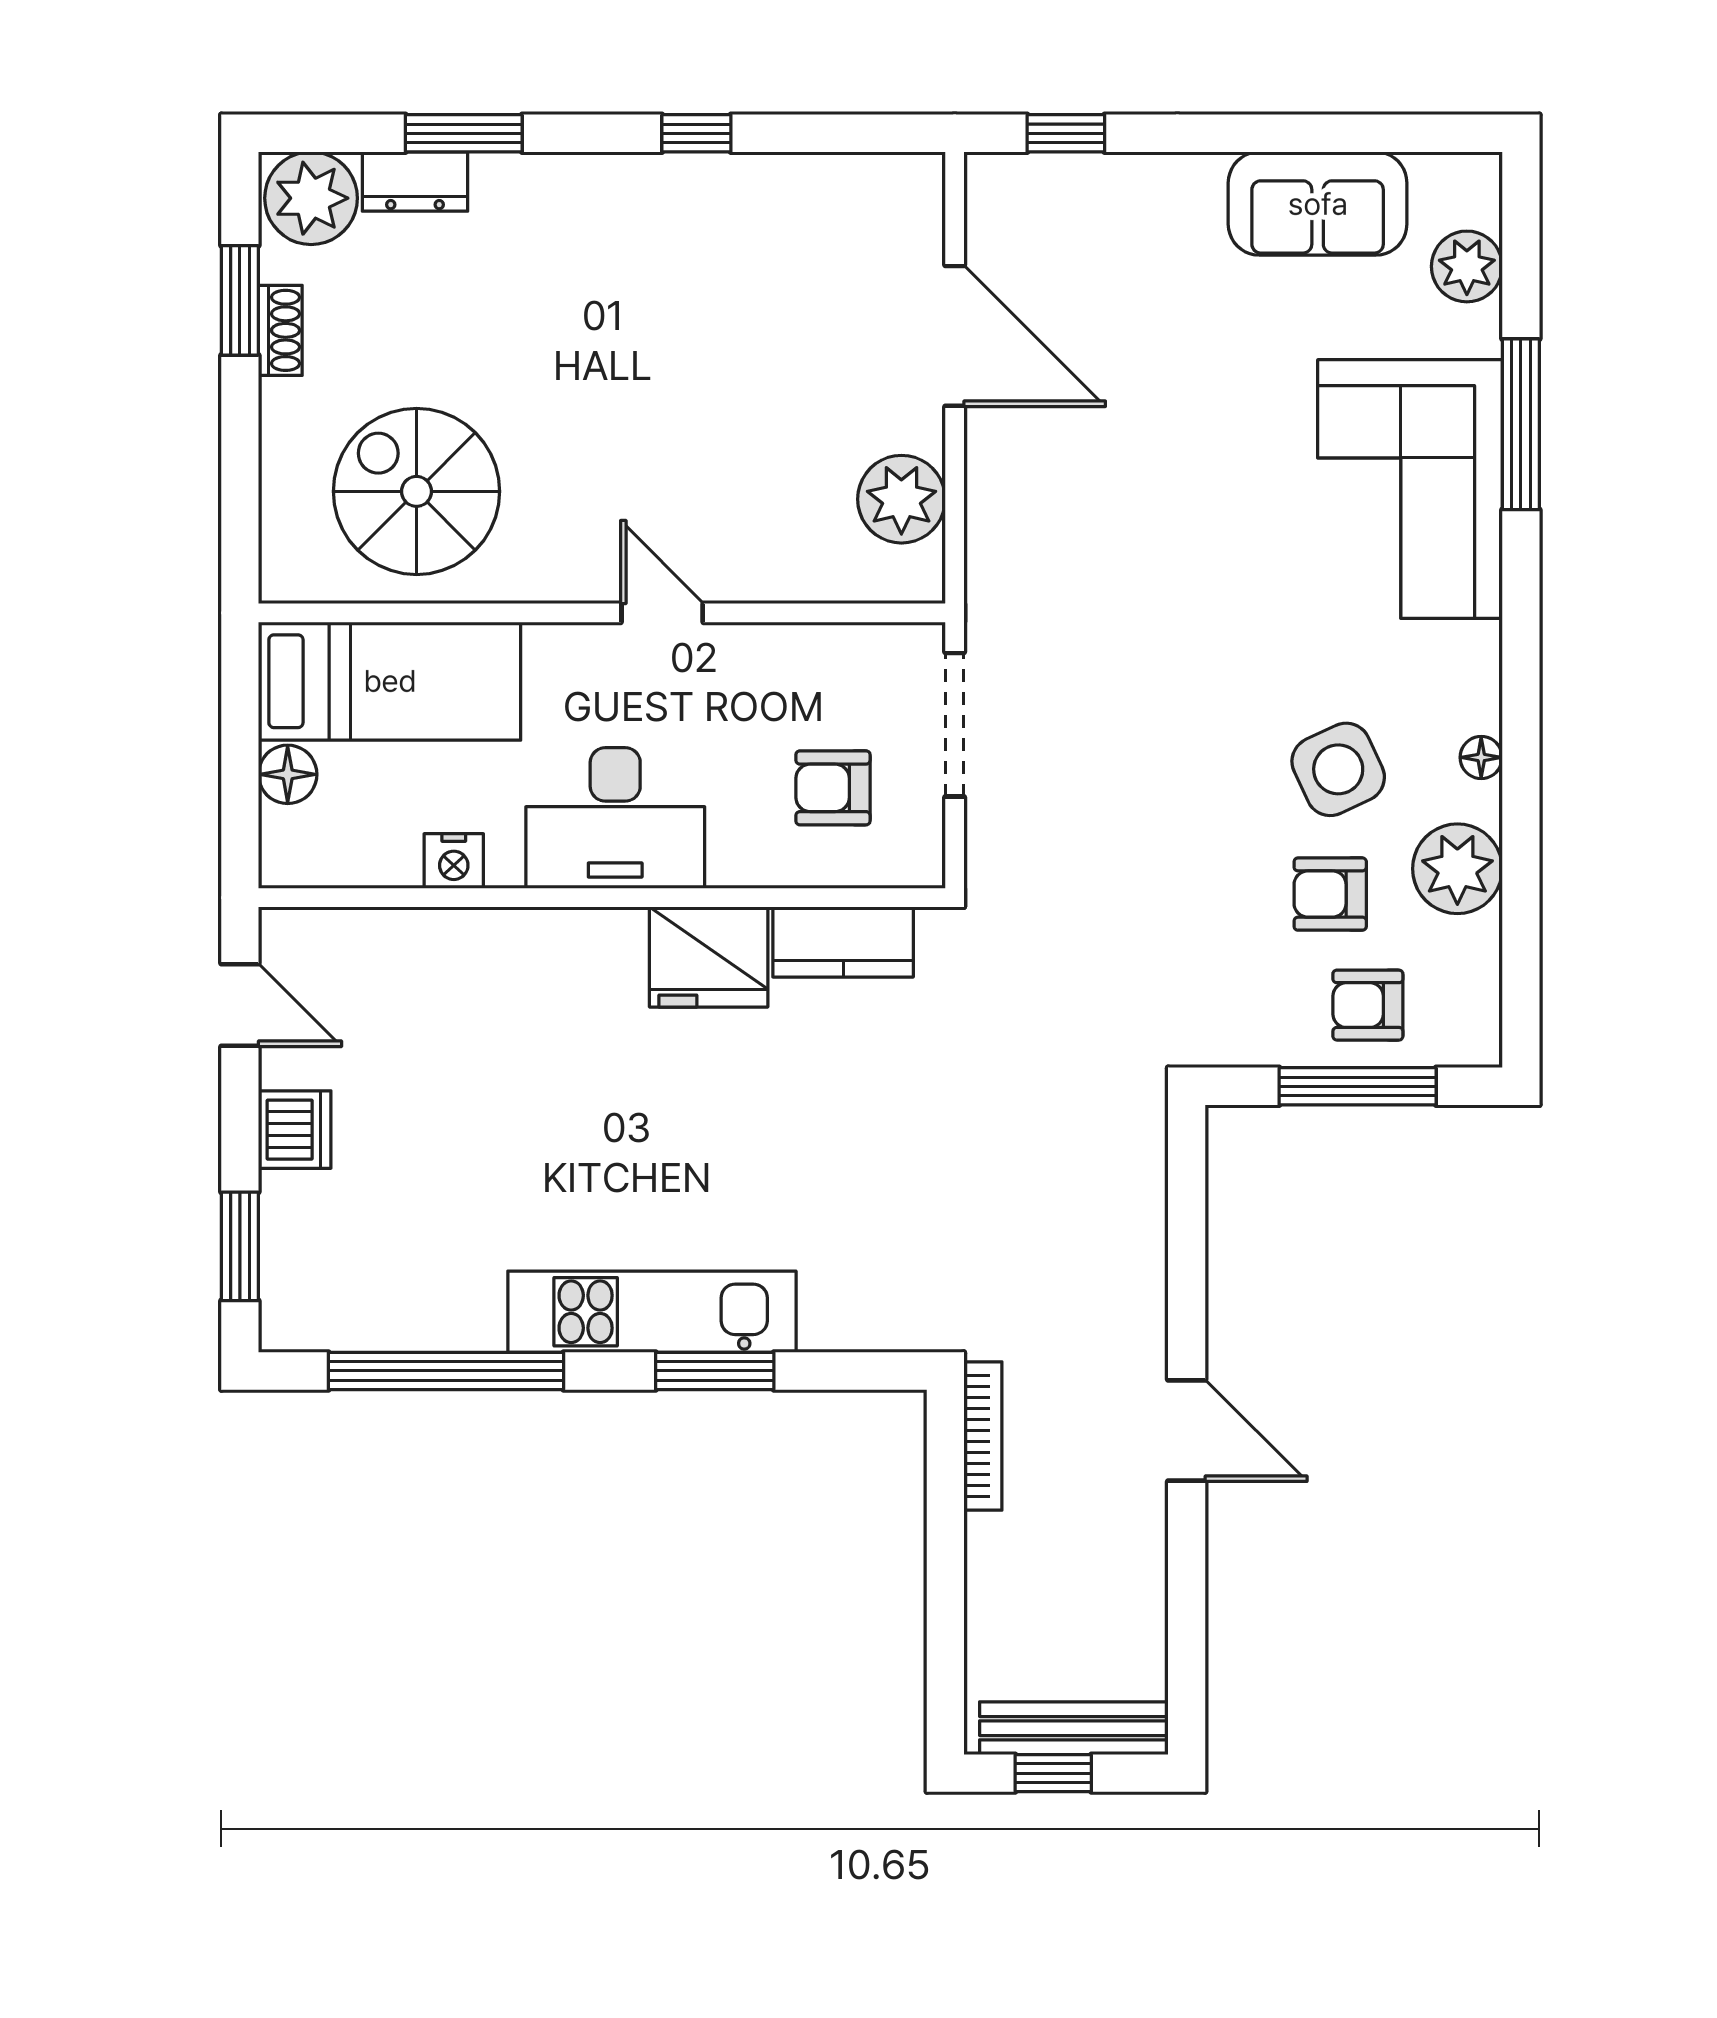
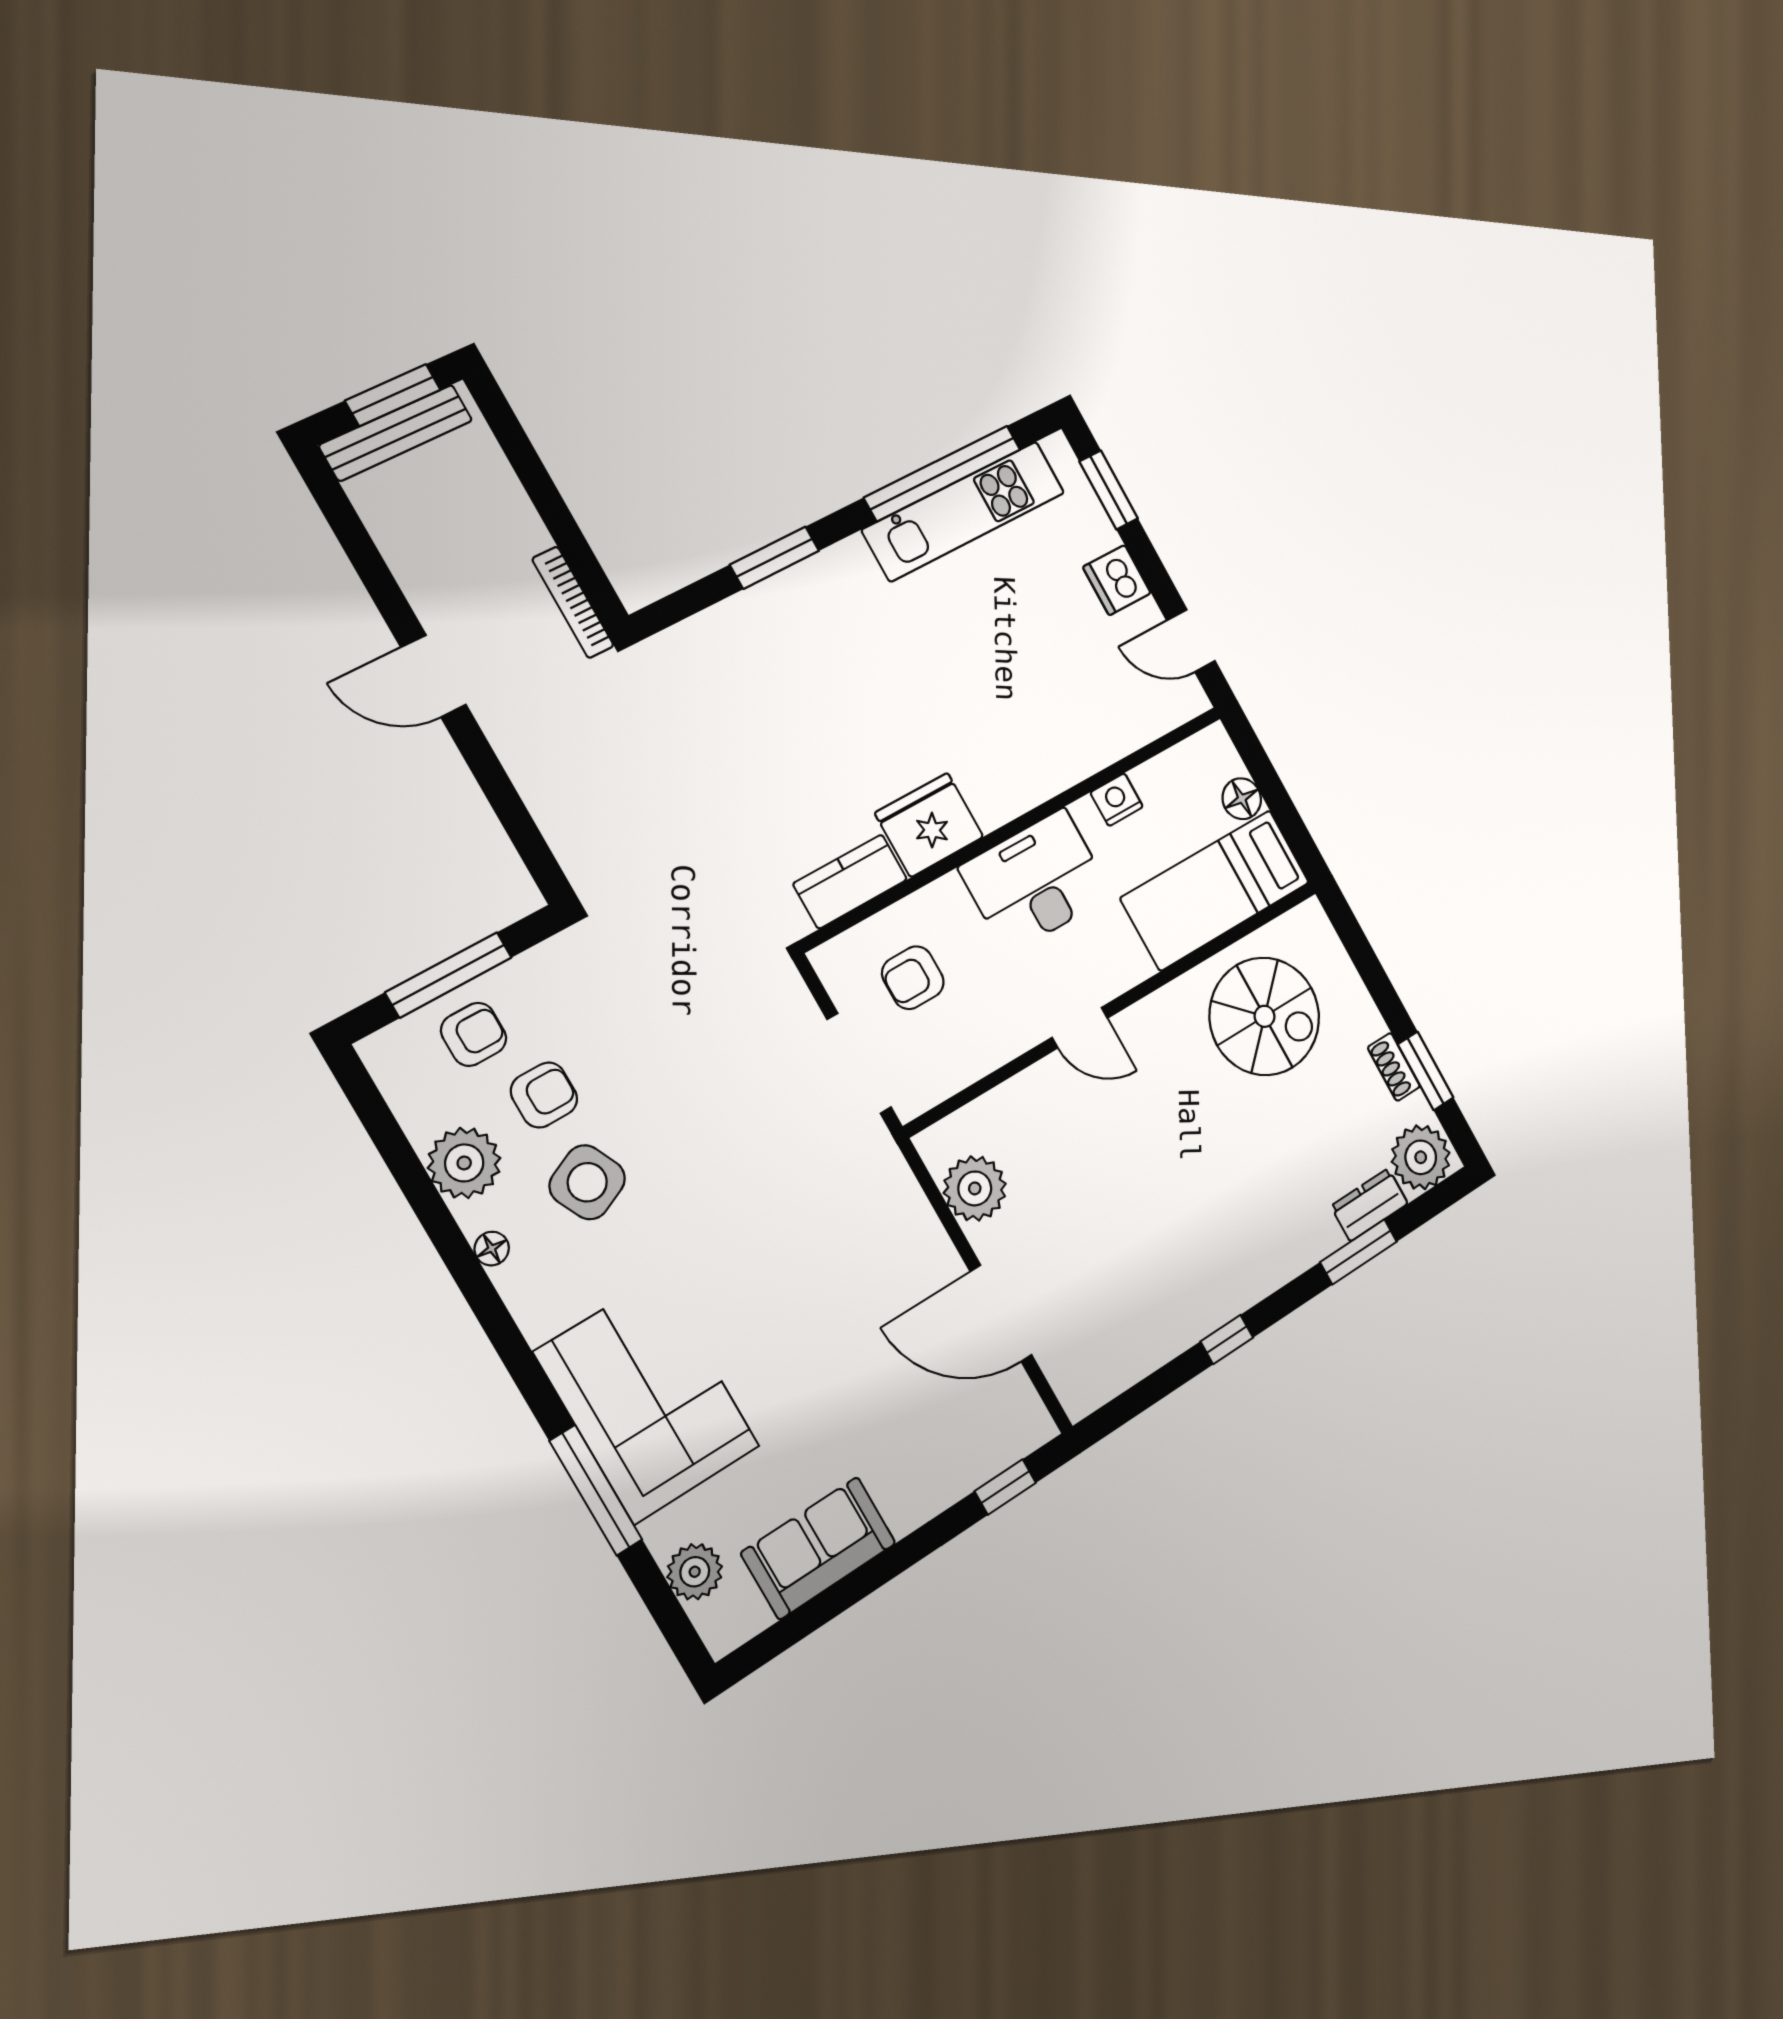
armchair: (833, 788) -> (913, 978), turned 180
kitchen unit: (652, 1312) -> (964, 511), moved
window: (1053, 1773) -> (393, 395), width x1.50

